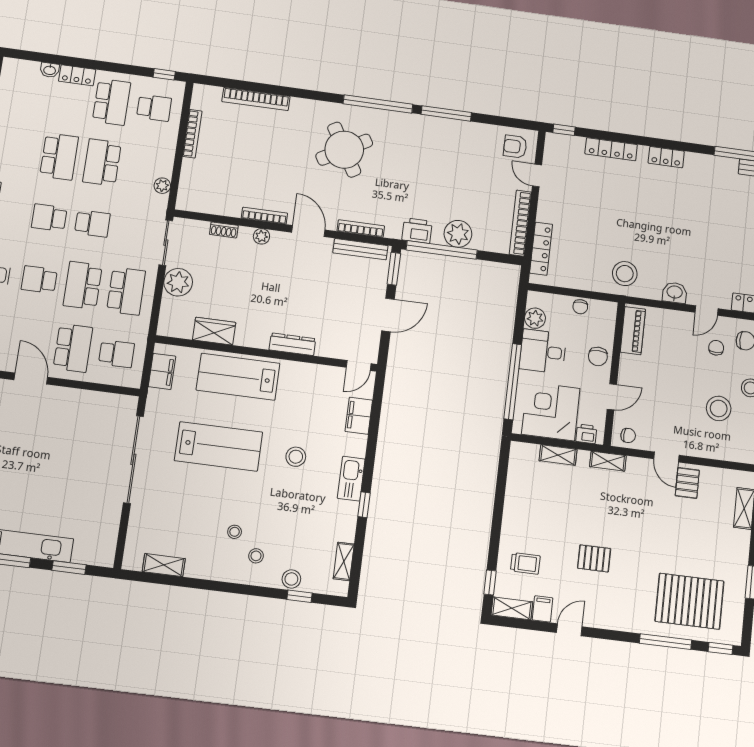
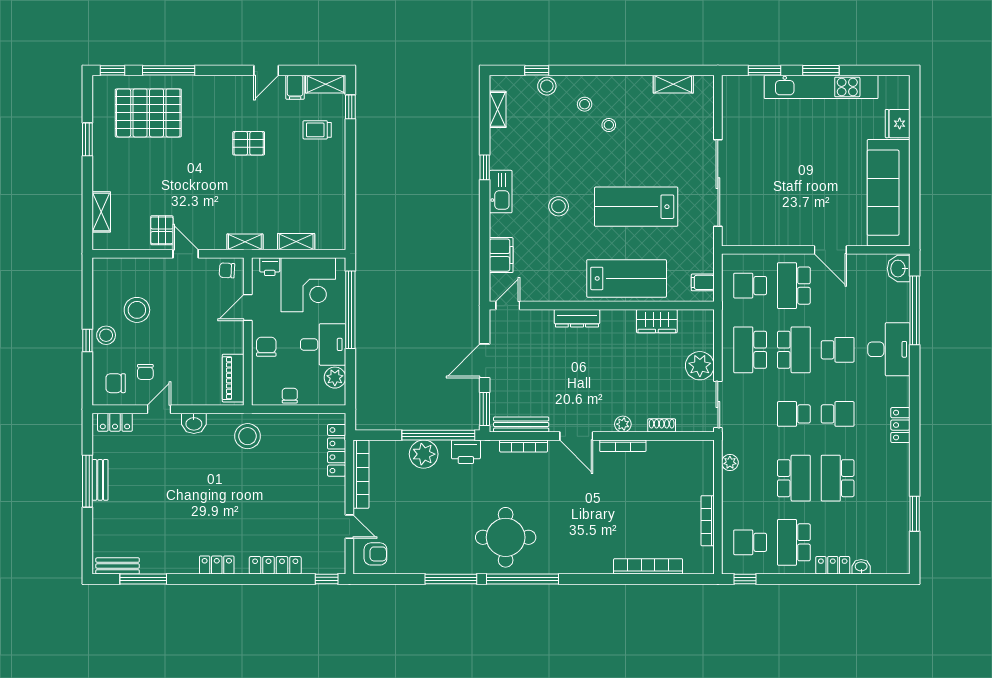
round table: (344, 150) -> (506, 537), moved, turned 30
filing cabinet: (162, 371) -> (703, 282), width x0.50

